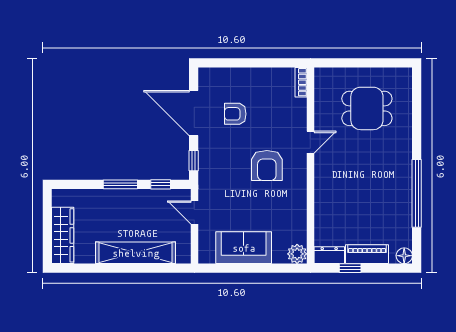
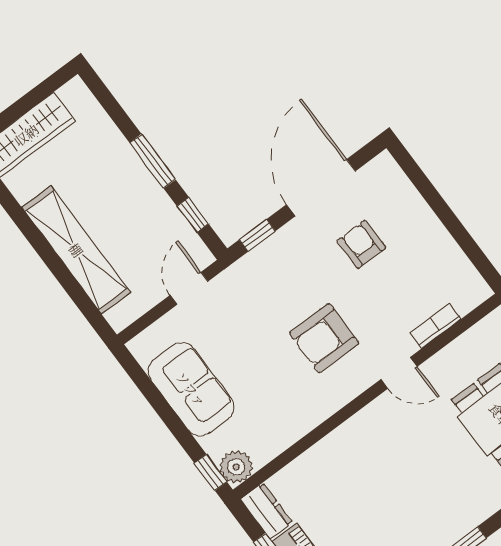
bookcase: (301, 82) -> (436, 326), moved
window: (291, 268) -> (211, 472), added

